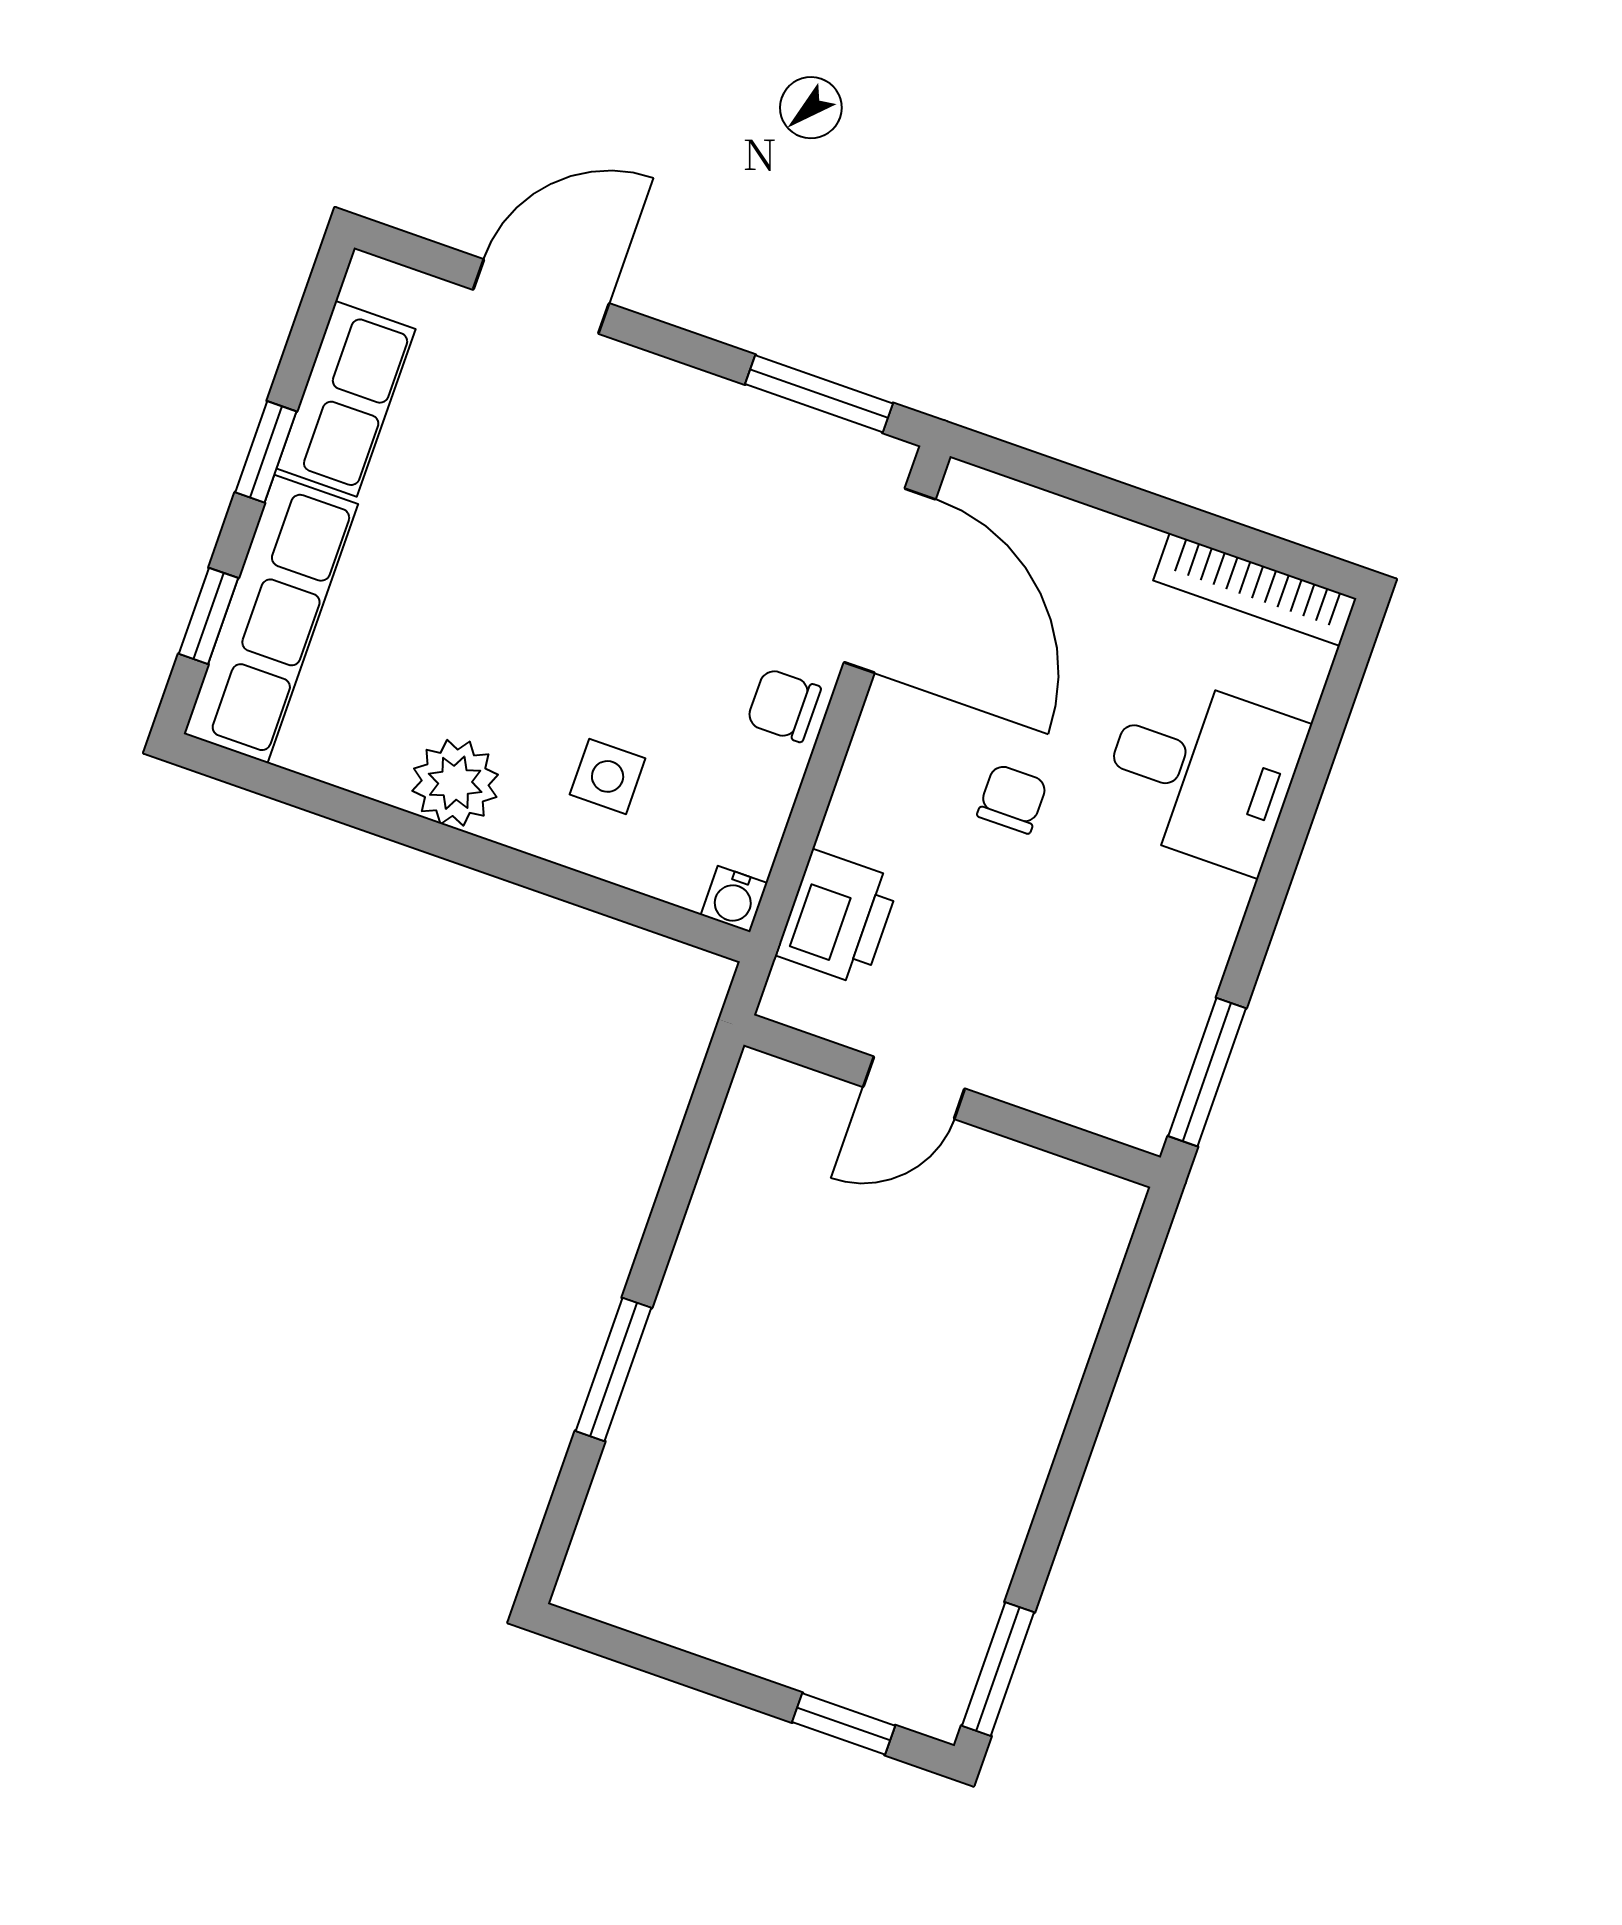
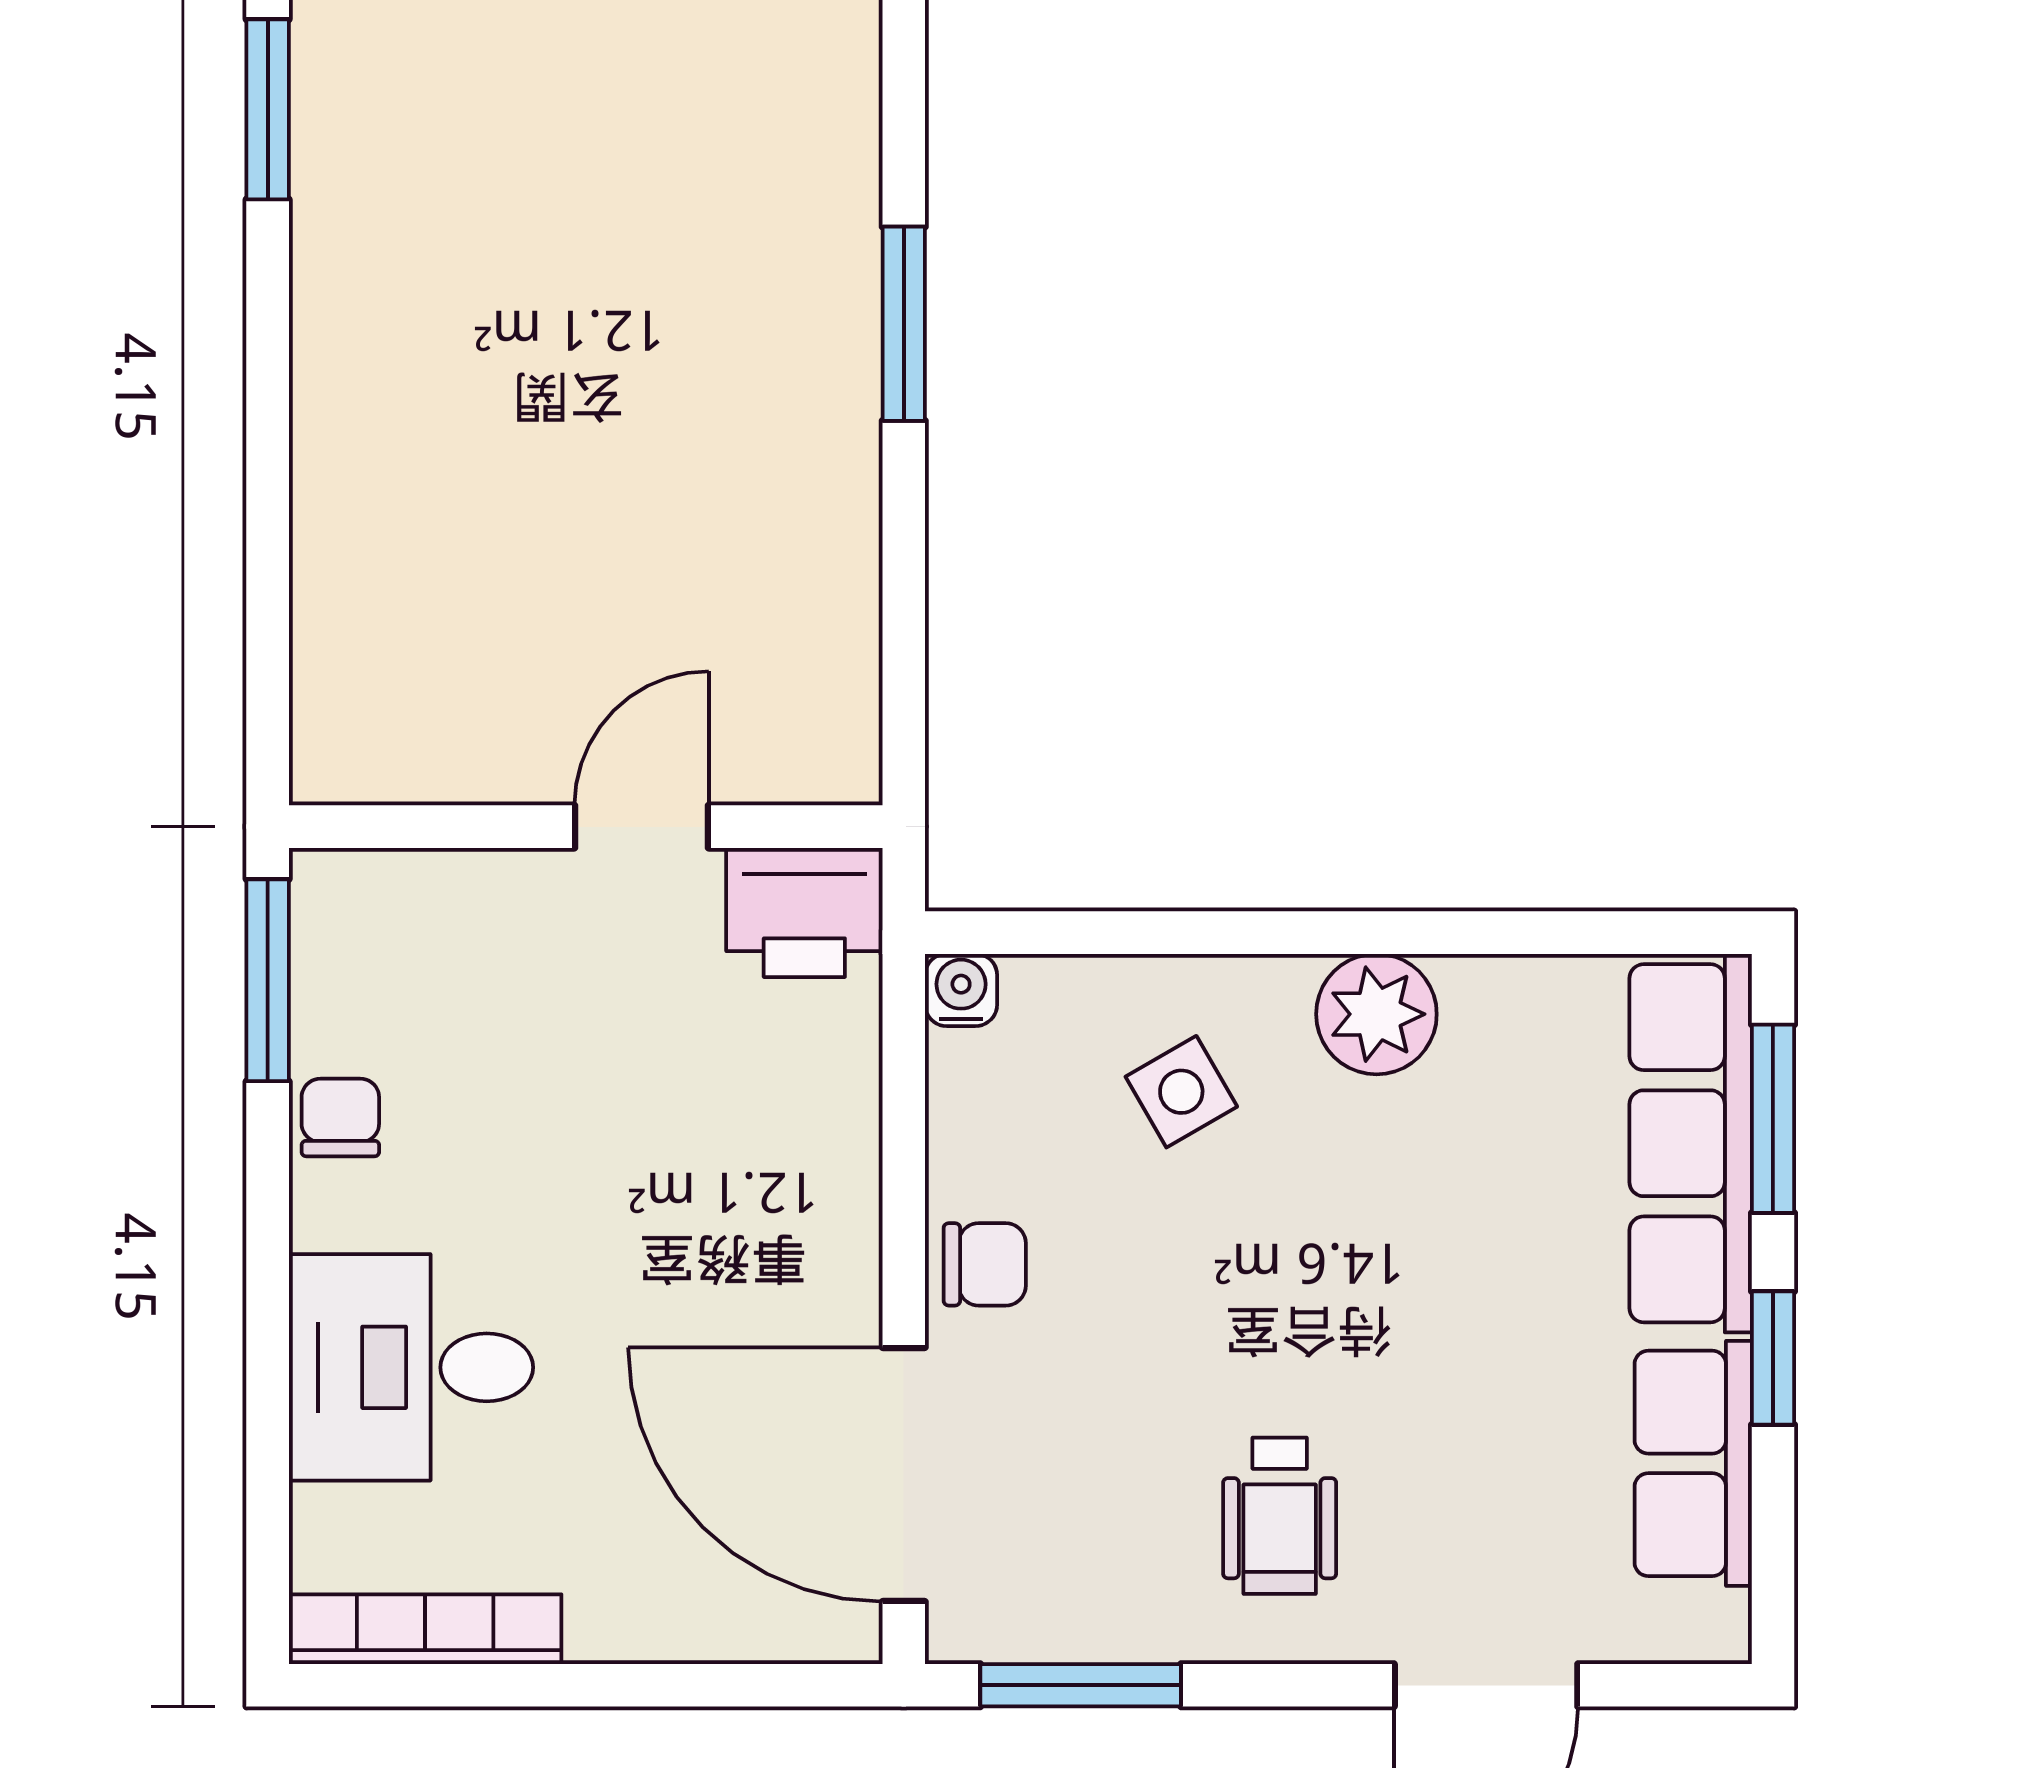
wheelchair: (642, 462) -> (1280, 1516), added
window: (208, 616) -> (1773, 1119), width x1.50
side table: (608, 776) -> (1181, 1092), turned -30
chair: (1012, 799) -> (340, 1117), moved, turned 180
printer: (838, 917) -> (804, 912), moved, turned -90

